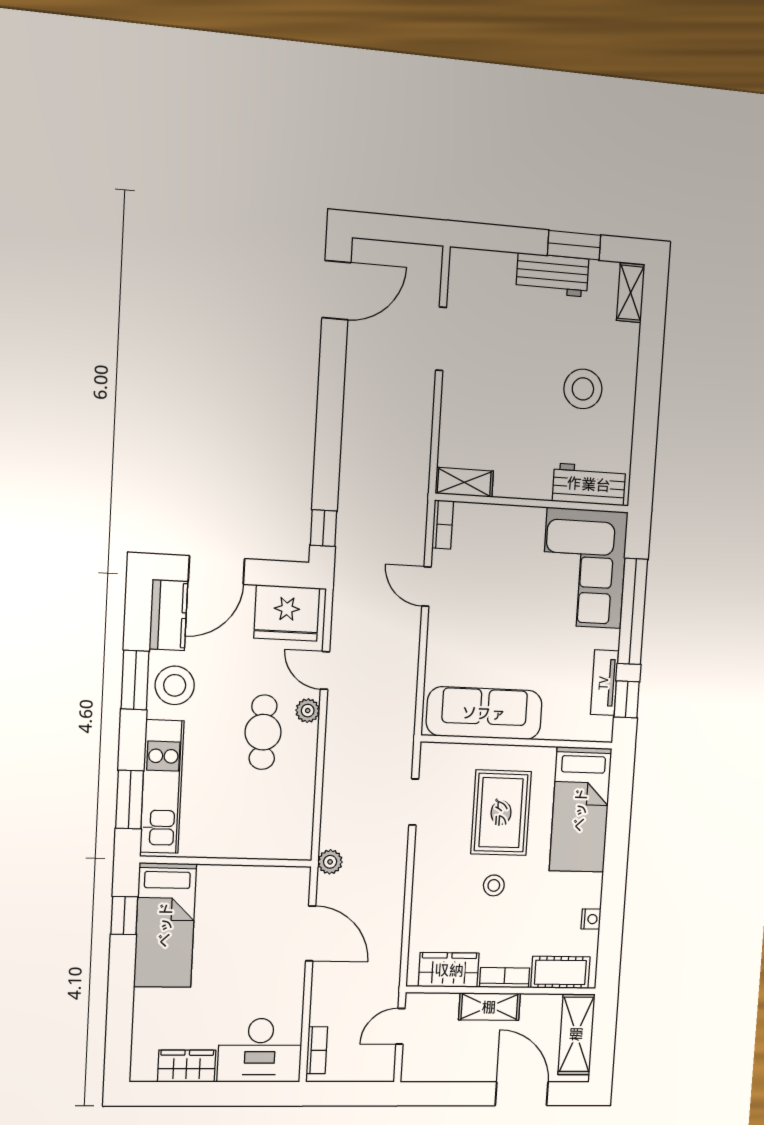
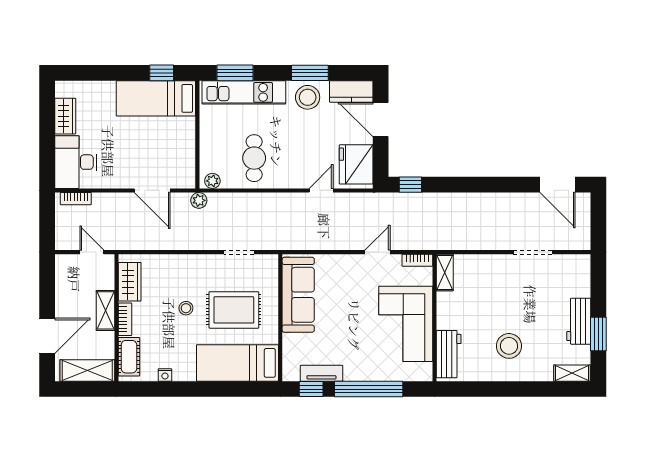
corner sofa: (584, 568) -> (406, 324), moved, turned -90
plant: (308, 711) -> (212, 181), moved
cafe table: (263, 732) -> (254, 158), moved, turned 90
door: (311, 933) -> (152, 190), hinge flipped

